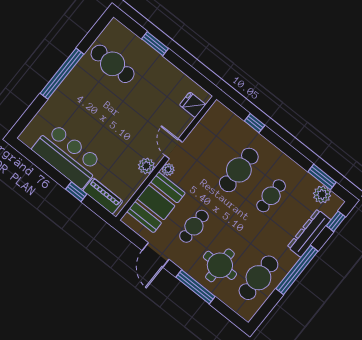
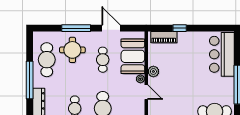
bar counter: (67, 156) -> (222, 54), moved, turned 90

